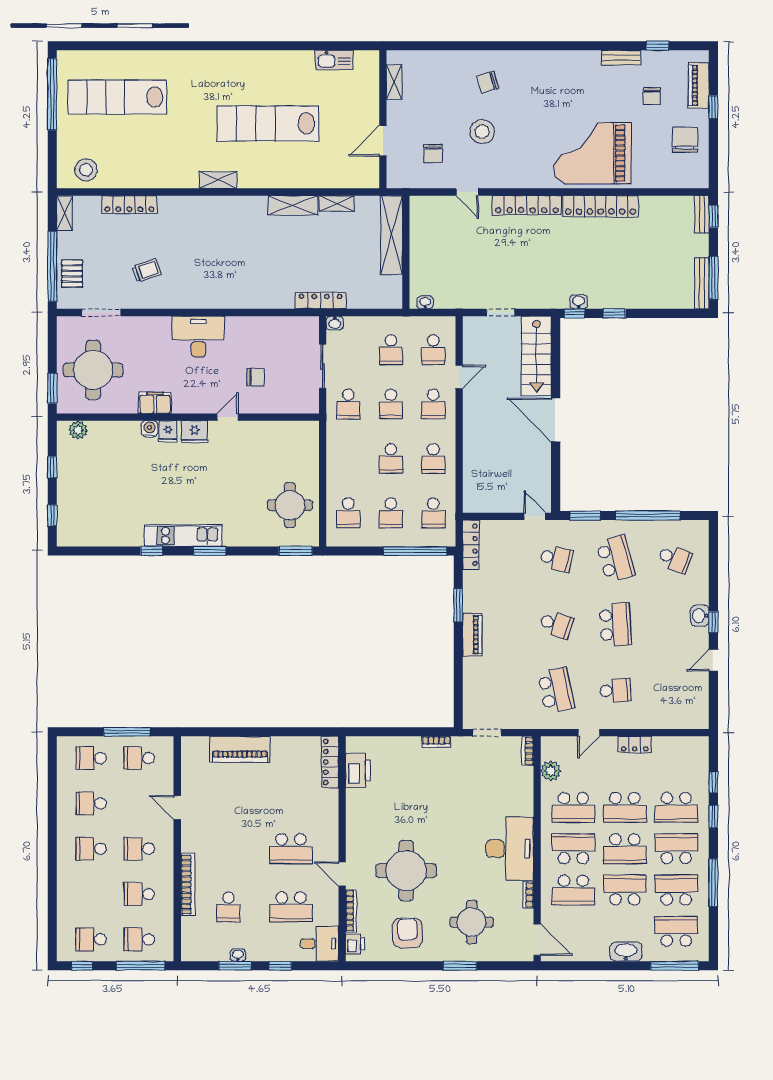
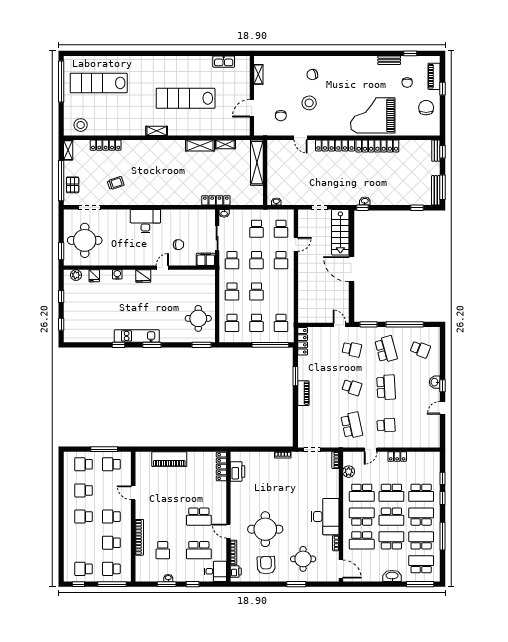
window: (614, 313) -> (417, 208), moved
filing cabinet: (155, 403) -> (206, 259), moved
fridge: (168, 431) -> (94, 276), moved
school desk: (433, 458) -> (232, 291), moved

